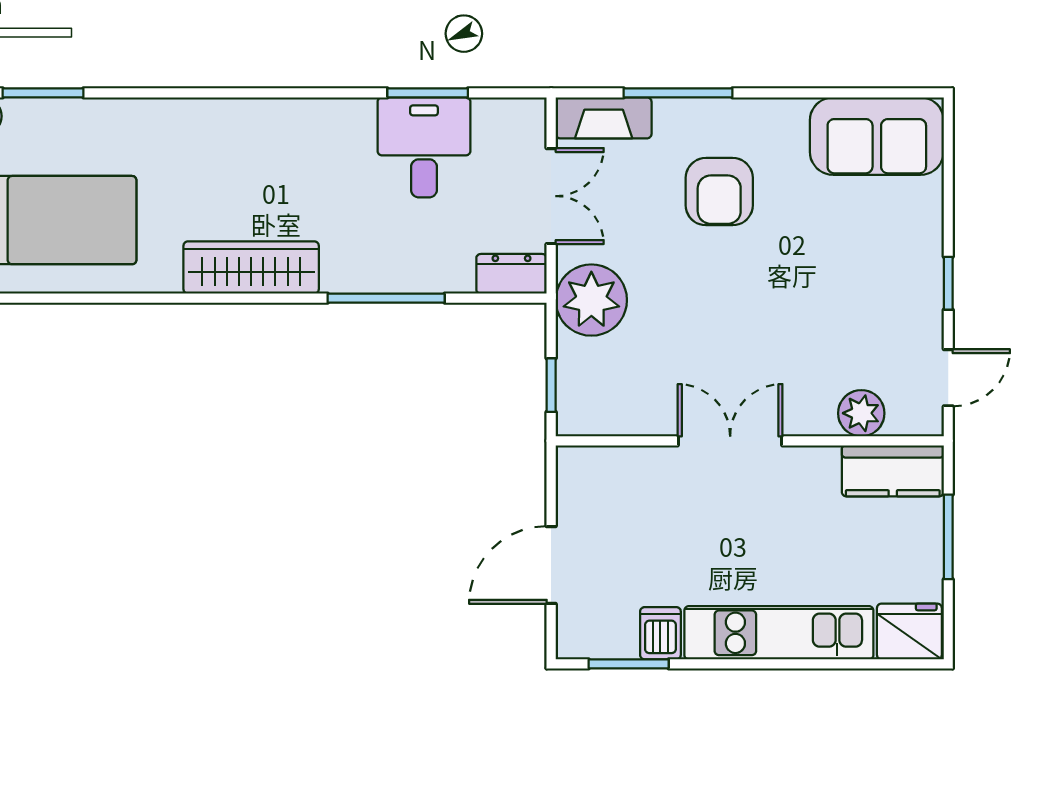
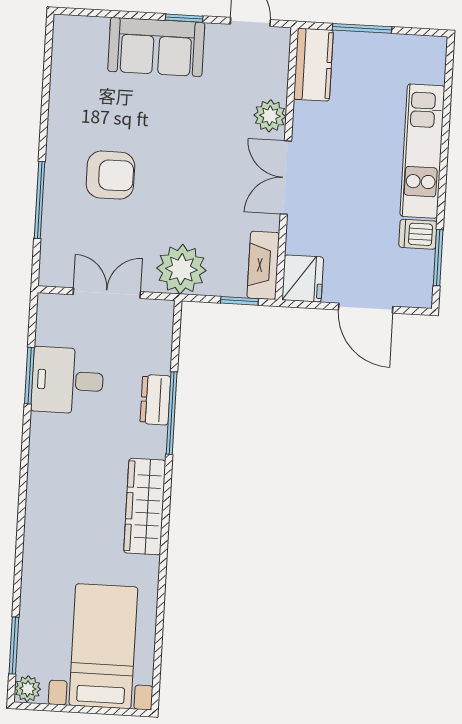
fireplace: (604, 118) -> (263, 265), moved, turned 180
sofa: (877, 136) -> (156, 47), moved, turned 90
dresser: (512, 274) -> (155, 400), moved
plant: (861, 413) -> (270, 116), moved
fridge: (909, 632) -> (303, 278), moved, turned 180

